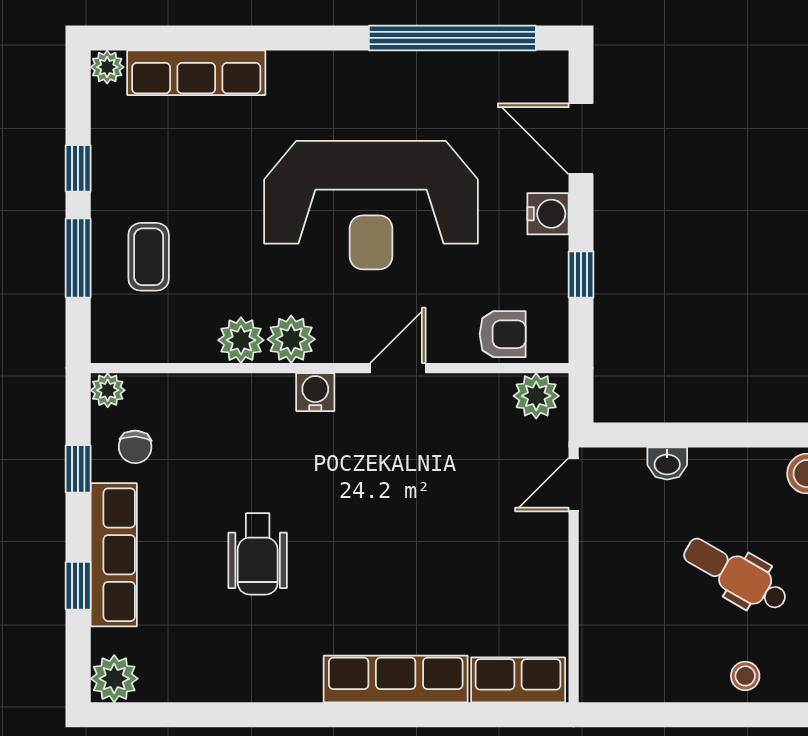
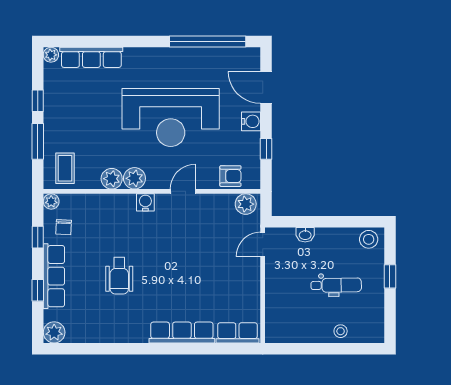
coffee table: (149, 257) -> (65, 168), moved
dental chair: (736, 575) -> (336, 285), turned 149

